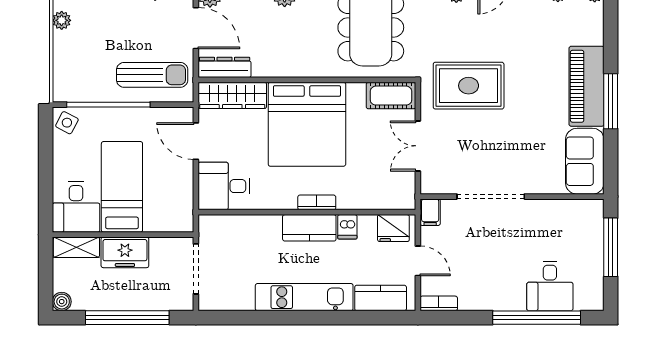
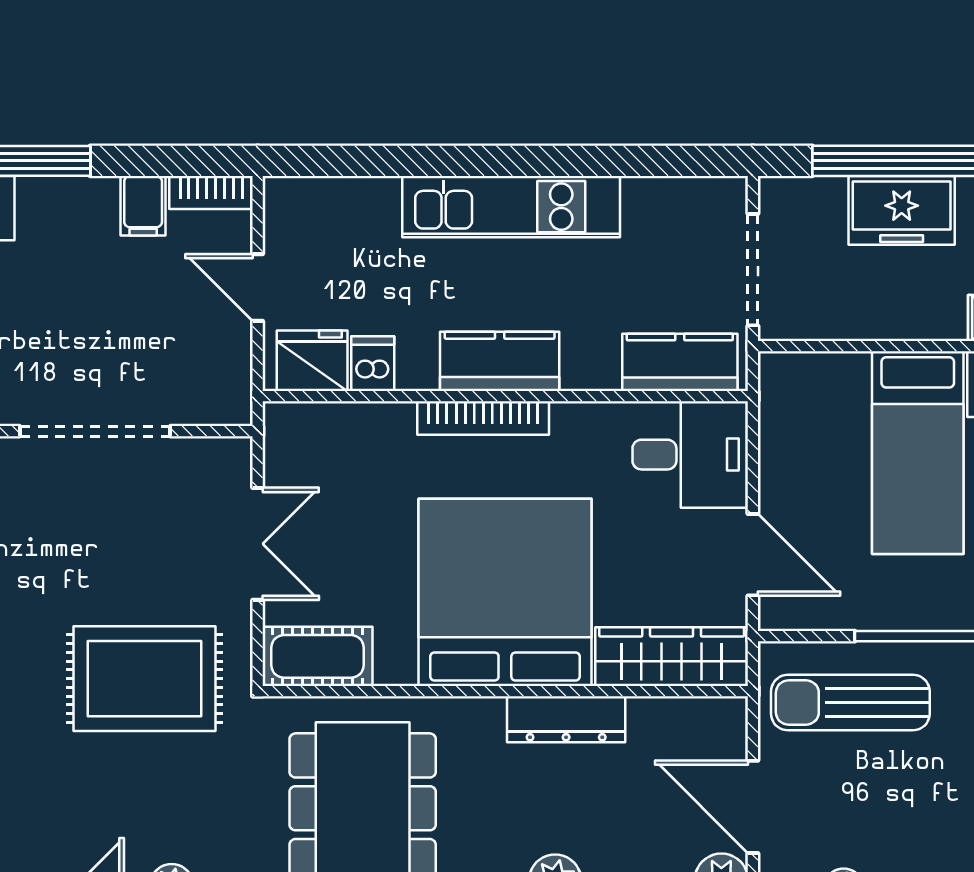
dresser: (225, 67) -> (566, 719), moved
bookcase: (317, 202) -> (483, 418), width x1.56
filing cabinet: (430, 212) -> (143, 206), moved, turned 180
dishwasher: (347, 227) -> (373, 364), moved
freezer: (125, 252) -> (902, 210), moved, turned 180
kitchen counter: (381, 298) -> (680, 362), moved, turned 180

